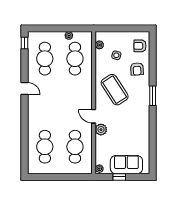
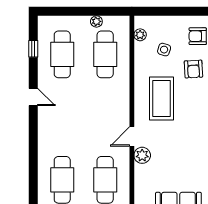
window: (25, 43) -> (33, 49), moved
coffee table: (115, 90) -> (161, 98), turned 33
door: (94, 116) -> (132, 136), hinge flipped

